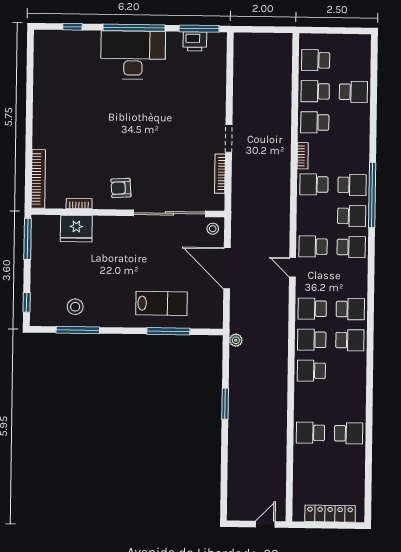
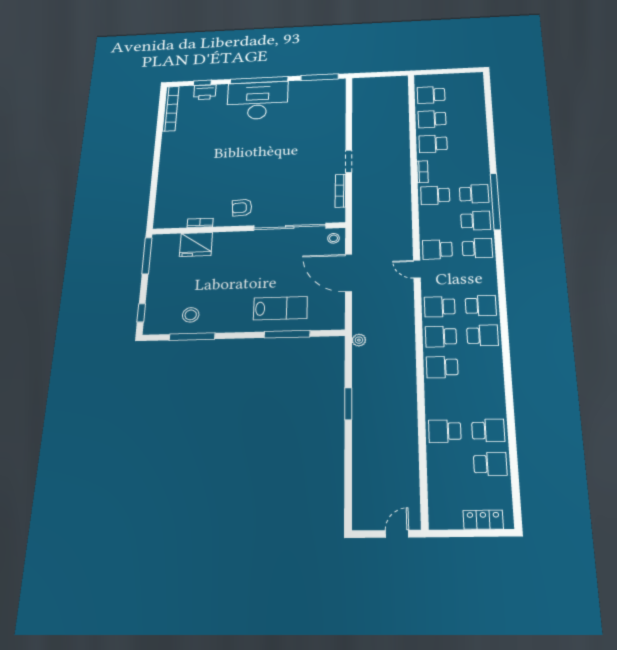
printer: (195, 41) -> (205, 92), moved
school desk: (353, 92) -> (490, 464), moved
bookcase: (38, 179) -> (171, 109), moved
locker: (330, 514) -> (483, 520), width x0.66

